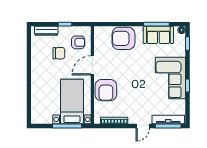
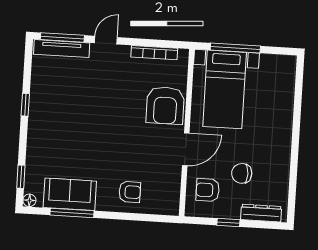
armchair: (123, 38) -> (130, 192), width x0.53, depth x0.53
corner sofa: (170, 78) -> (54, 119), removed
armchair: (106, 90) -> (165, 105), turned 180

